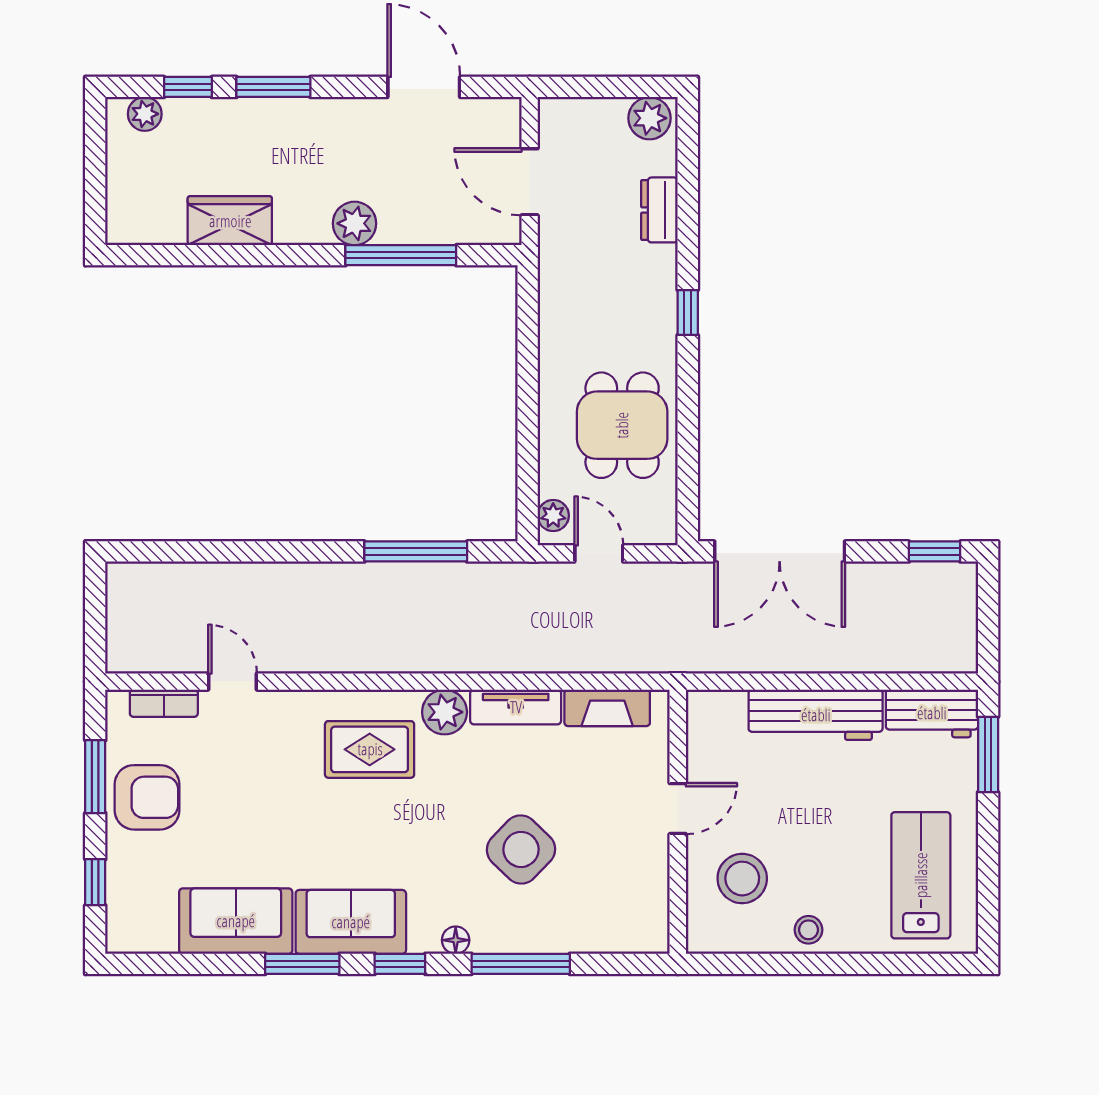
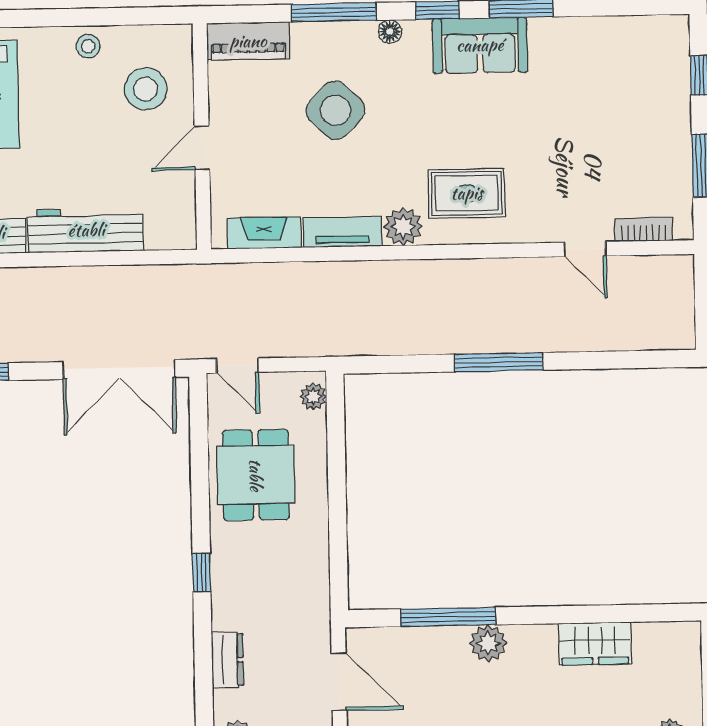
window: (416, 551) -> (499, 362), moved
double door: (780, 551) -> (119, 370), swing flipped
door: (599, 553) -> (237, 366), moved
armchair: (147, 797) -> (656, 149), removed
sofa: (236, 921) -> (578, 44), removed
piano: (622, 932) -> (248, 41), added

